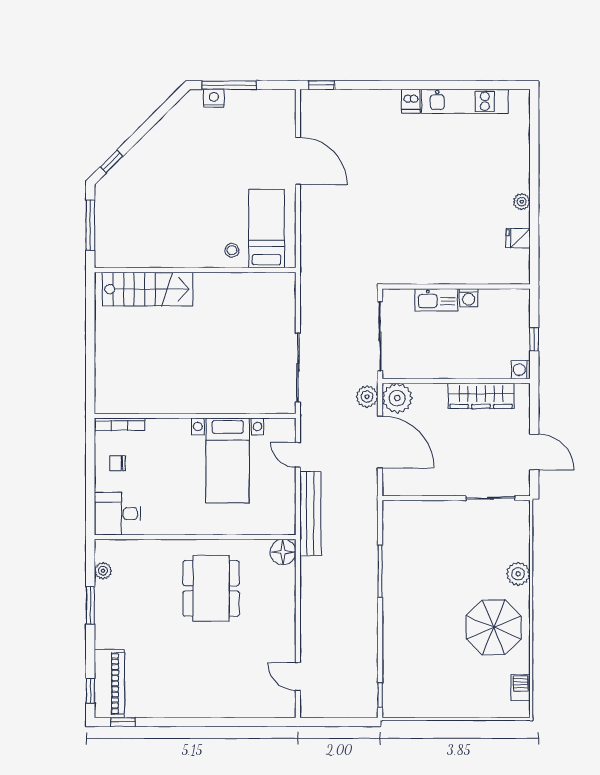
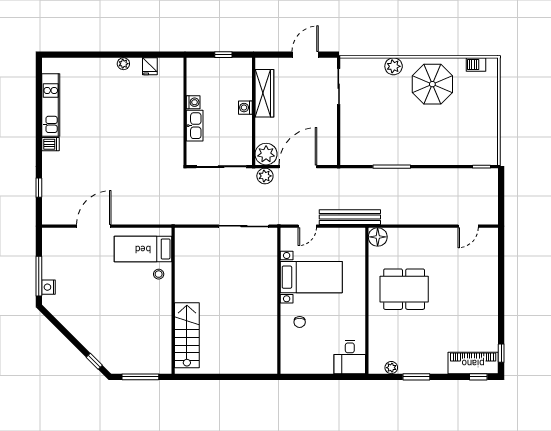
window: (321, 85) -> (39, 188), moved
washing machine: (521, 370) -> (245, 108), moved, turned 90
bookcase: (119, 424) -> (285, 356), removed
chair: (117, 463) -> (300, 322), moved

